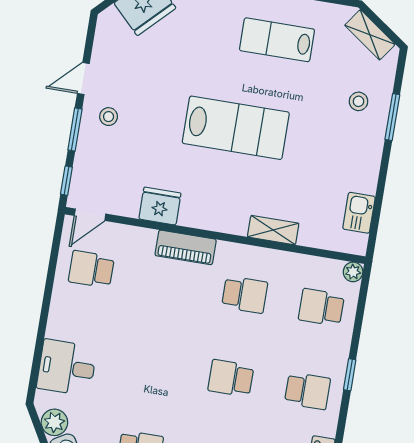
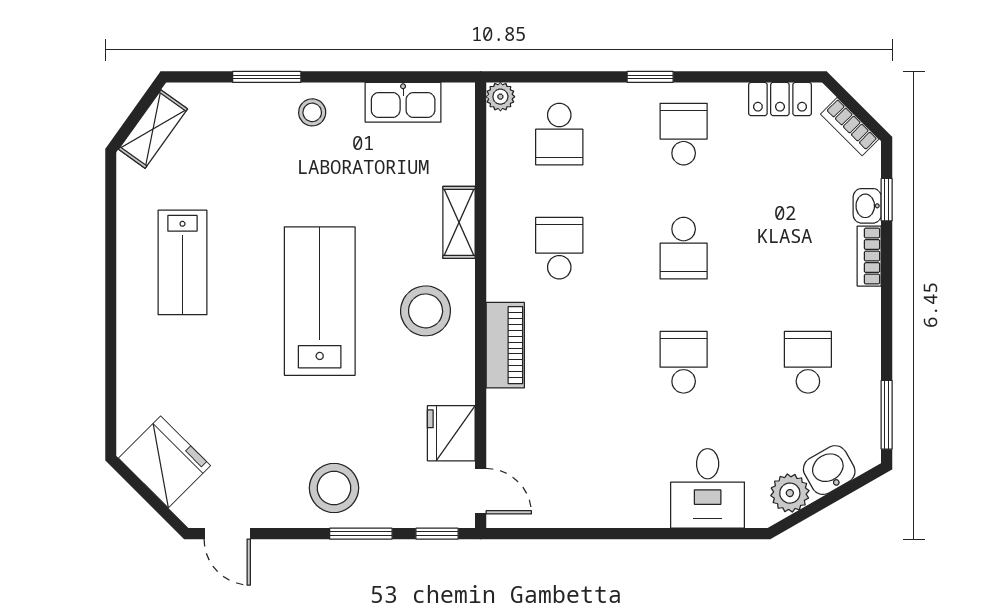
door: (83, 78) -> (227, 534), moved
stool: (358, 101) -> (312, 112), moved
stool: (109, 117) -> (334, 488), width x1.89, depth x1.89
stool: (217, 198) -> (426, 311), added
fridge: (160, 206) -> (451, 433), moved
kitchen sink: (359, 213) -> (403, 102), width x1.38
school desk: (91, 269) -> (684, 362), moved, turned 180

